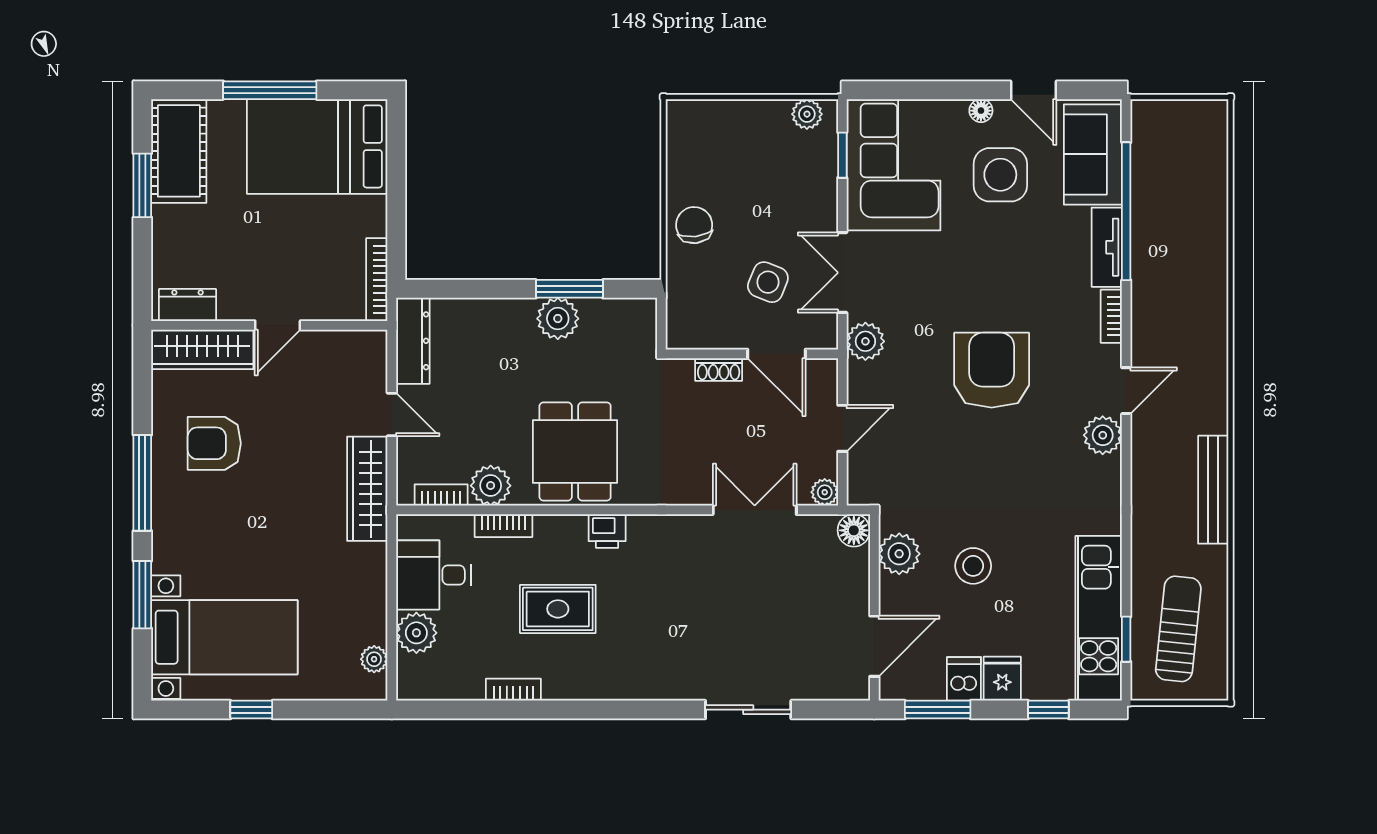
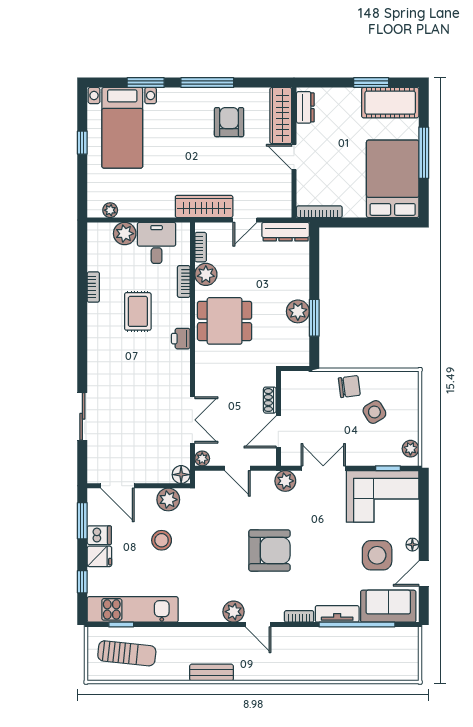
side table: (768, 282) -> (374, 412), moved, turned 37
bench: (1213, 490) -> (211, 673), width x0.73

